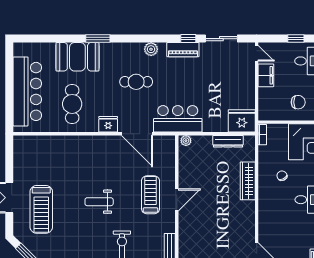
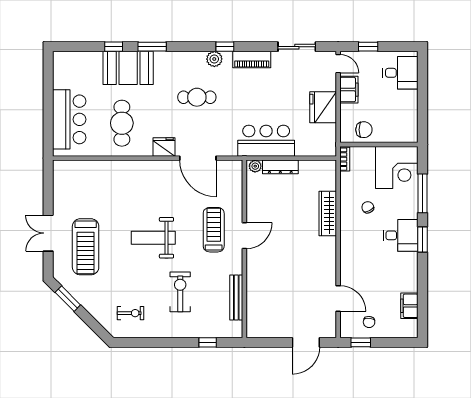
window: (65, 39) -> (114, 47), added
window: (188, 39) -> (225, 47), moved
window: (296, 39) -> (368, 47), moved
bar counter: (27, 91) -> (69, 119), width x0.73
chair: (298, 102) -> (364, 130), moved
bar counter: (178, 119) -> (266, 141), moved
fridge: (242, 121) -> (323, 107), moved, turned -90
dresser: (228, 141) -> (280, 167), moved
weight bench: (99, 202) -> (153, 238), width x1.36, depth x1.33

